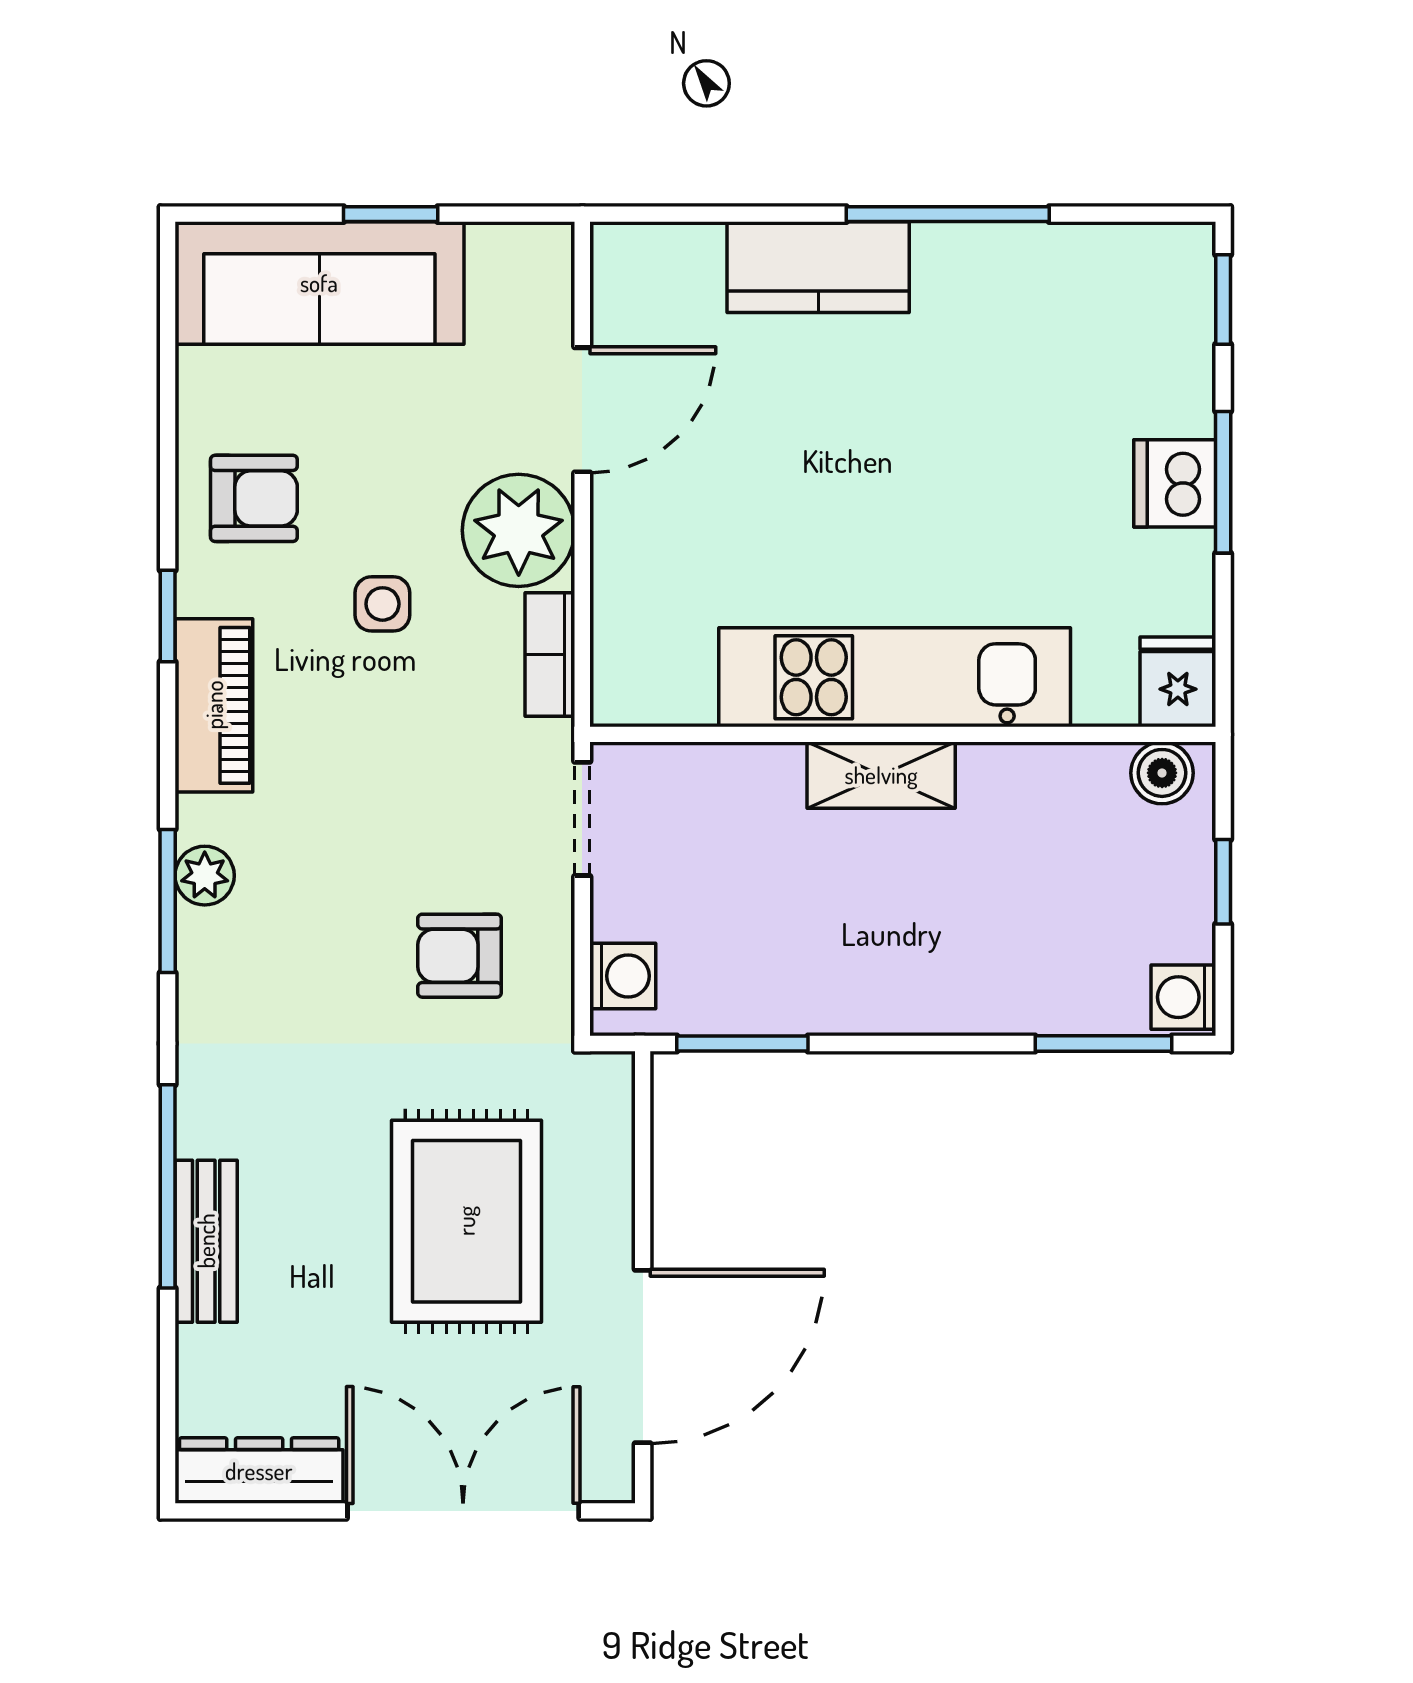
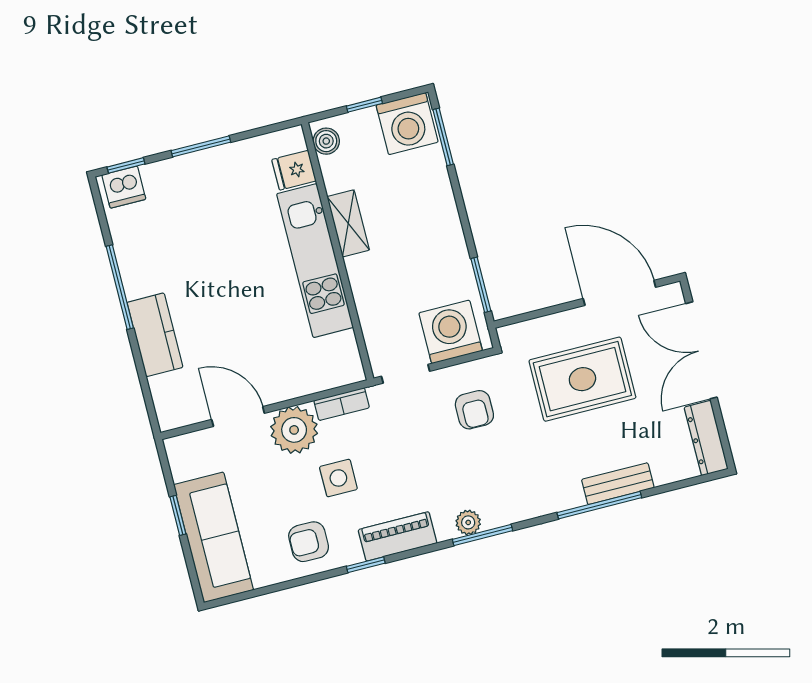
dishwasher: (1175, 483) -> (124, 187), moved
armchair: (254, 498) -> (309, 542), turned -90
side table: (382, 604) -> (338, 478), width x1.37, depth x1.37
fridge: (1178, 682) -> (294, 170), moved
shelving: (881, 775) -> (348, 223), moved
washing machine: (623, 976) -> (451, 332), width x1.89, depth x1.89
washing machine: (1183, 997) -> (407, 124), width x1.89, depth x1.89

